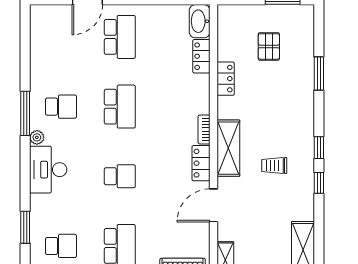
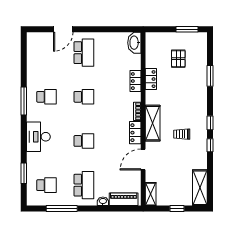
locker: (201, 56) -> (136, 81), moved
school desk: (120, 107) -> (84, 97), width x0.54
plant: (37, 137) -> (31, 116), removed

